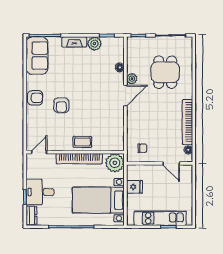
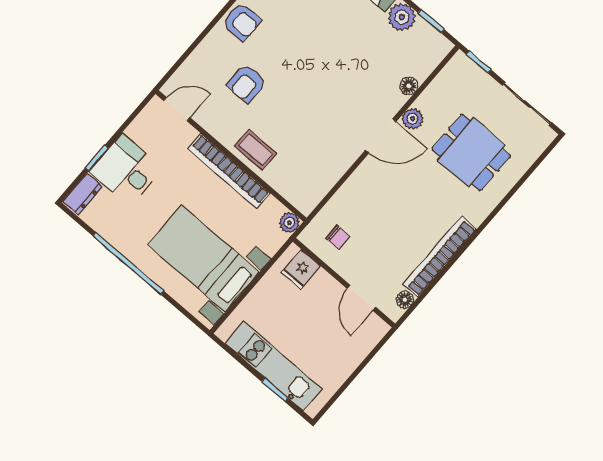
dining table: (165, 72) -> (471, 152), turned 90
armchair: (61, 105) -> (247, 84), moved
plant: (115, 163) -> (289, 223), width x0.53, depth x0.53
fridge: (134, 187) -> (301, 269), moved, turned 90

